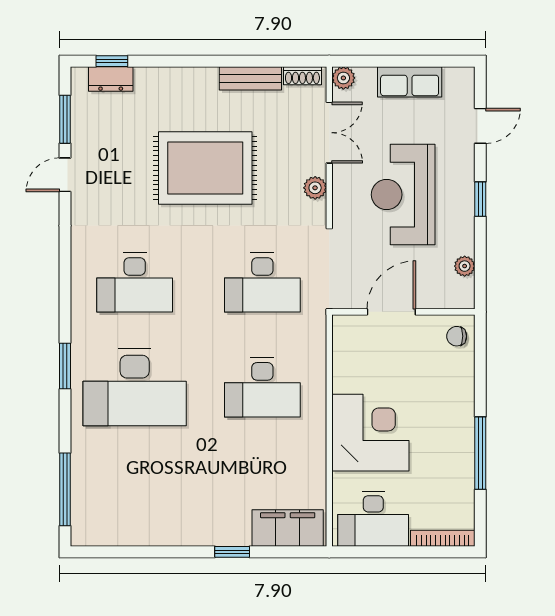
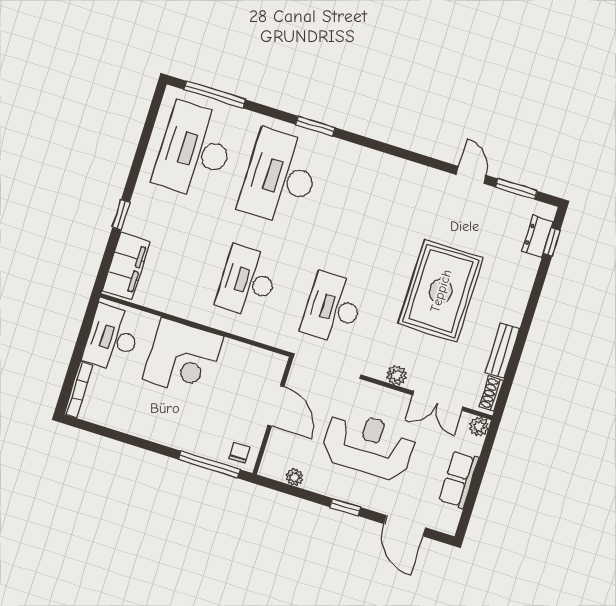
door: (480, 126) -> (405, 526), width x1.38
desk: (135, 283) -> (195, 151), moved, width x1.36, depth x1.30
window: (480, 453) -> (209, 464), moved

